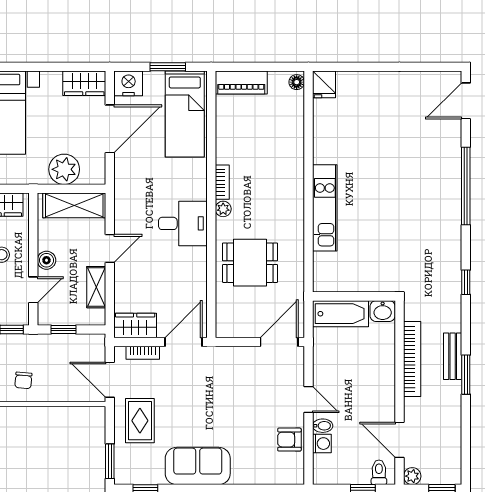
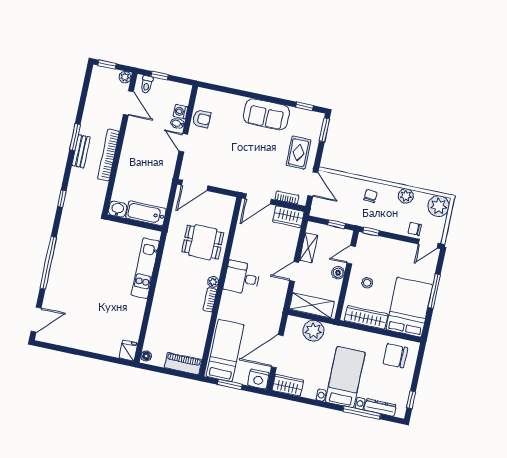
wall: (354, 296) -> (135, 223), moved
washbasin: (383, 311) -> (118, 209), moved
bathtub: (340, 314) -> (146, 213), moved

